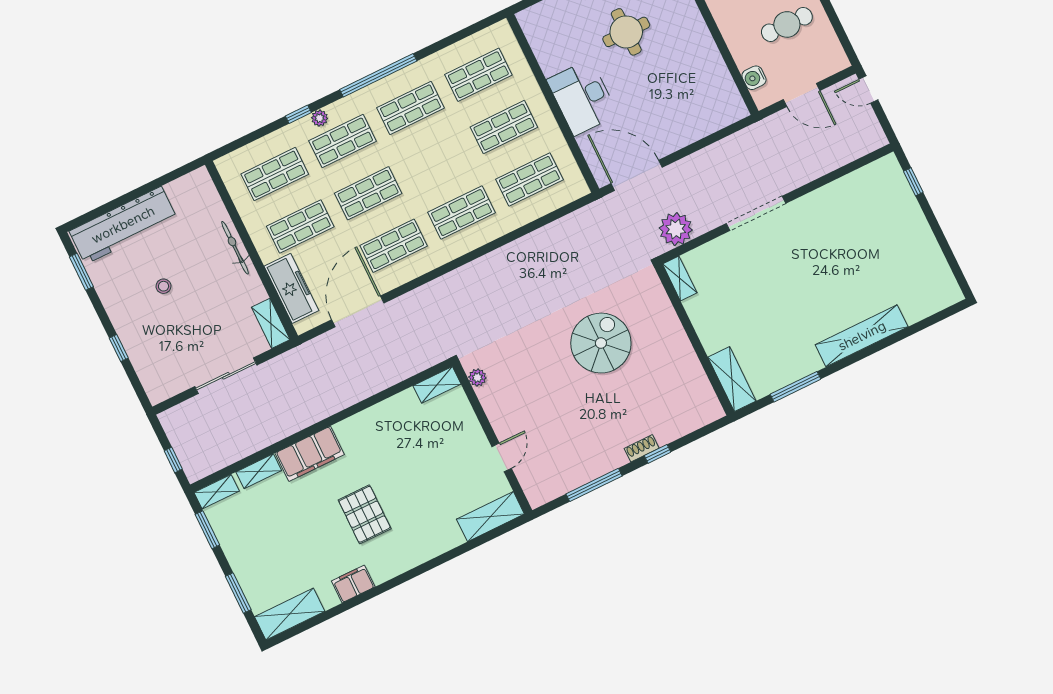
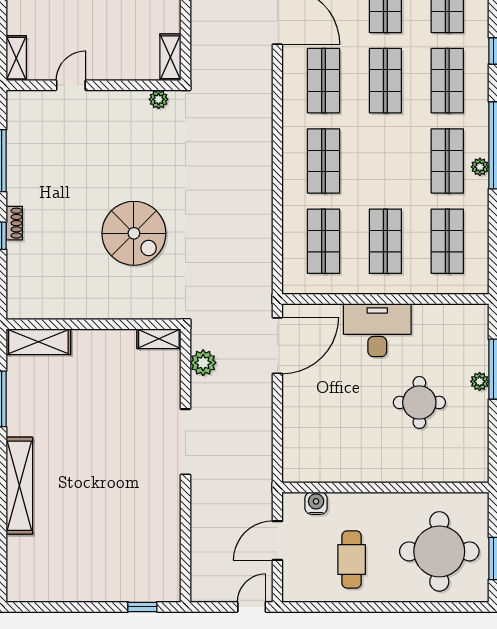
plant: (320, 118) -> (480, 167), moved
plant: (676, 229) -> (203, 363), width x0.73, depth x0.73
door: (502, 457) -> (71, 85), swing flipped
shelving: (490, 517) -> (16, 58), width x0.67, depth x0.75

